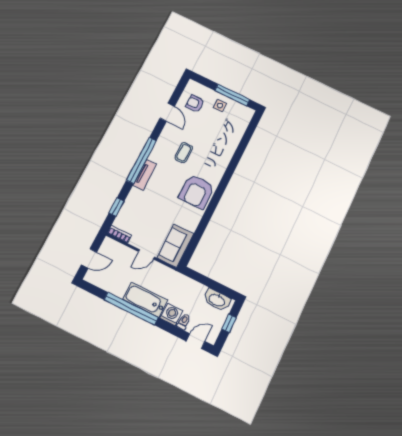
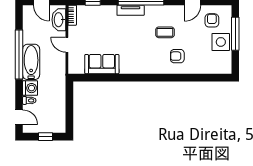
window: (232, 95) -> (235, 34), moved
side table: (220, 106) -> (221, 42), width x1.87, depth x1.87
armchair: (197, 191) -> (177, 56), moved, width x0.53, depth x0.53
sofa: (175, 246) -> (102, 64), moved
washbasin: (217, 300) -> (59, 20), moved

